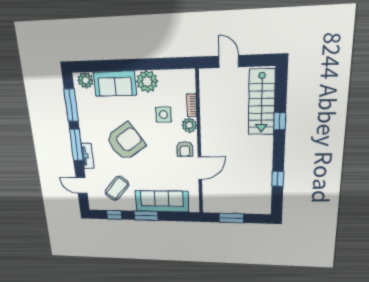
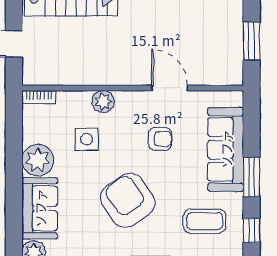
bookcase: (192, 105) -> (39, 97), moved
armchair: (185, 149) -> (160, 139), moved
coffee table: (117, 188) -> (205, 221), turned -41

